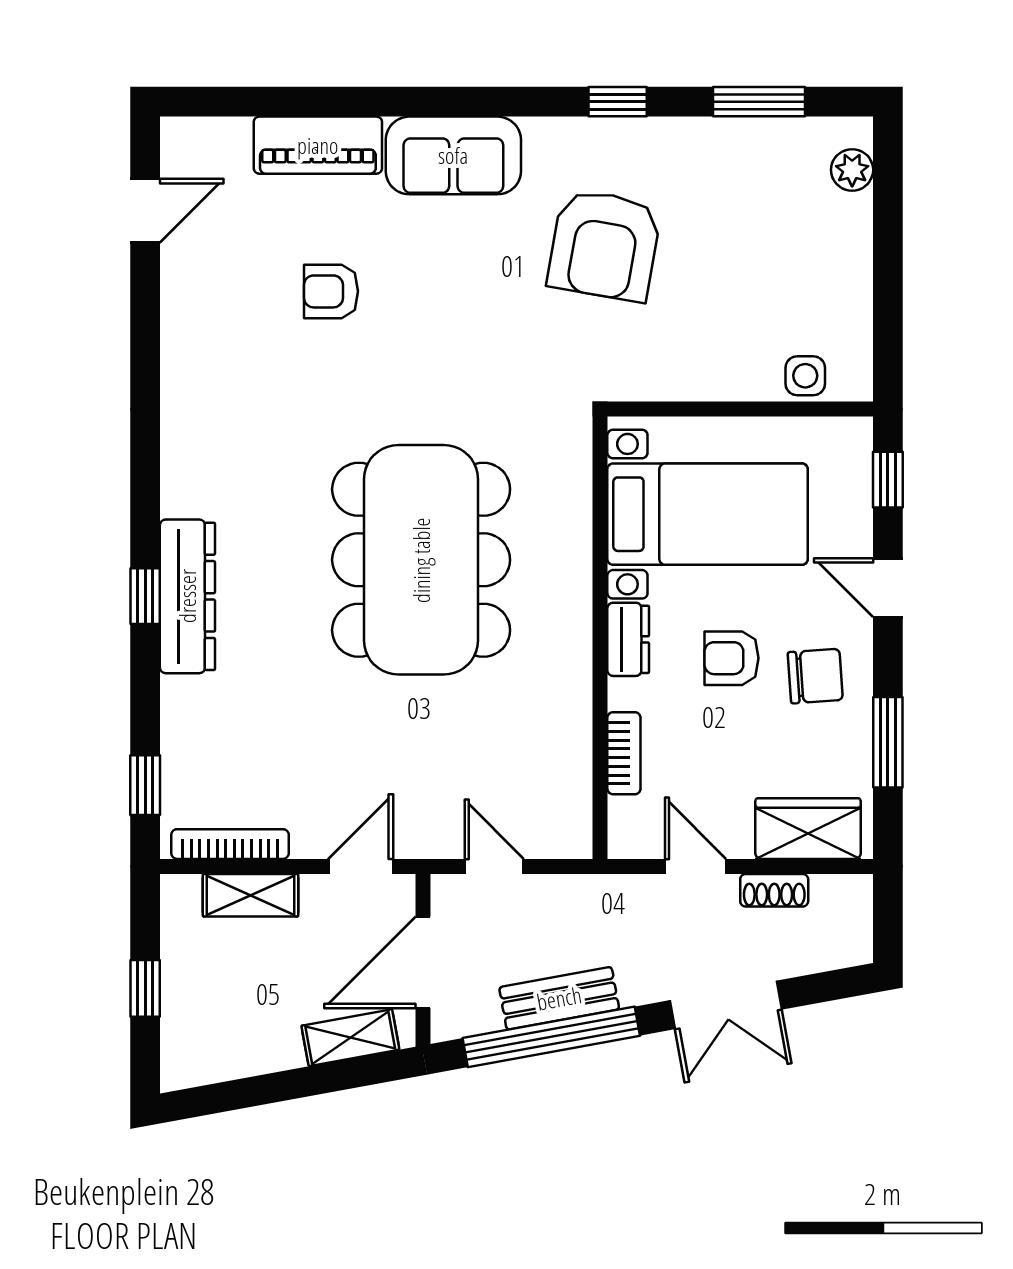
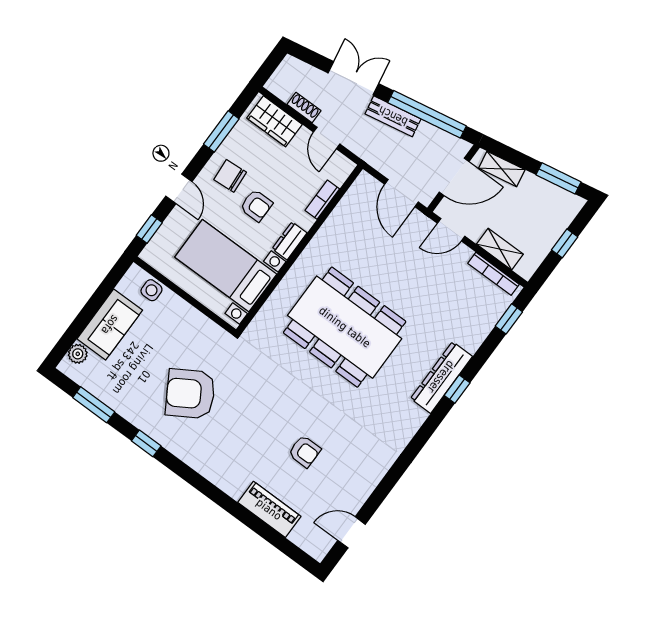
sofa: (453, 155) -> (110, 325), moved, turned 90
armchair: (604, 245) -> (190, 394), turned -131
dining table: (421, 560) -> (345, 327), turned 90
door: (494, 866) -> (401, 193), width x1.37
bench: (559, 998) -> (393, 116), moved
window: (239, 1094) -> (559, 178), added

